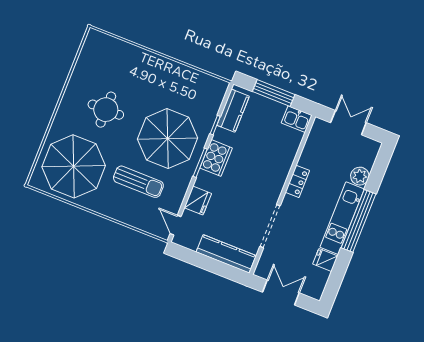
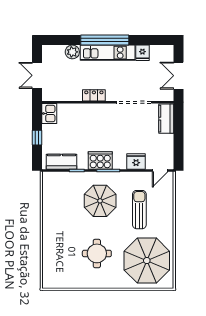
window: (274, 93) -> (37, 138), width x0.46
parasol: (168, 139) -> (100, 201), width x0.73, depth x0.73
kitchen counter: (226, 254) -> (166, 119), width x0.67

